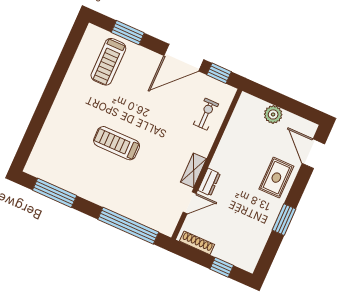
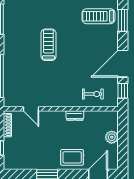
door: (184, 58) -> (123, 64), hinge flipped
shelving: (193, 170) -> (53, 102), removed
dresser: (209, 182) -> (75, 115), moved

